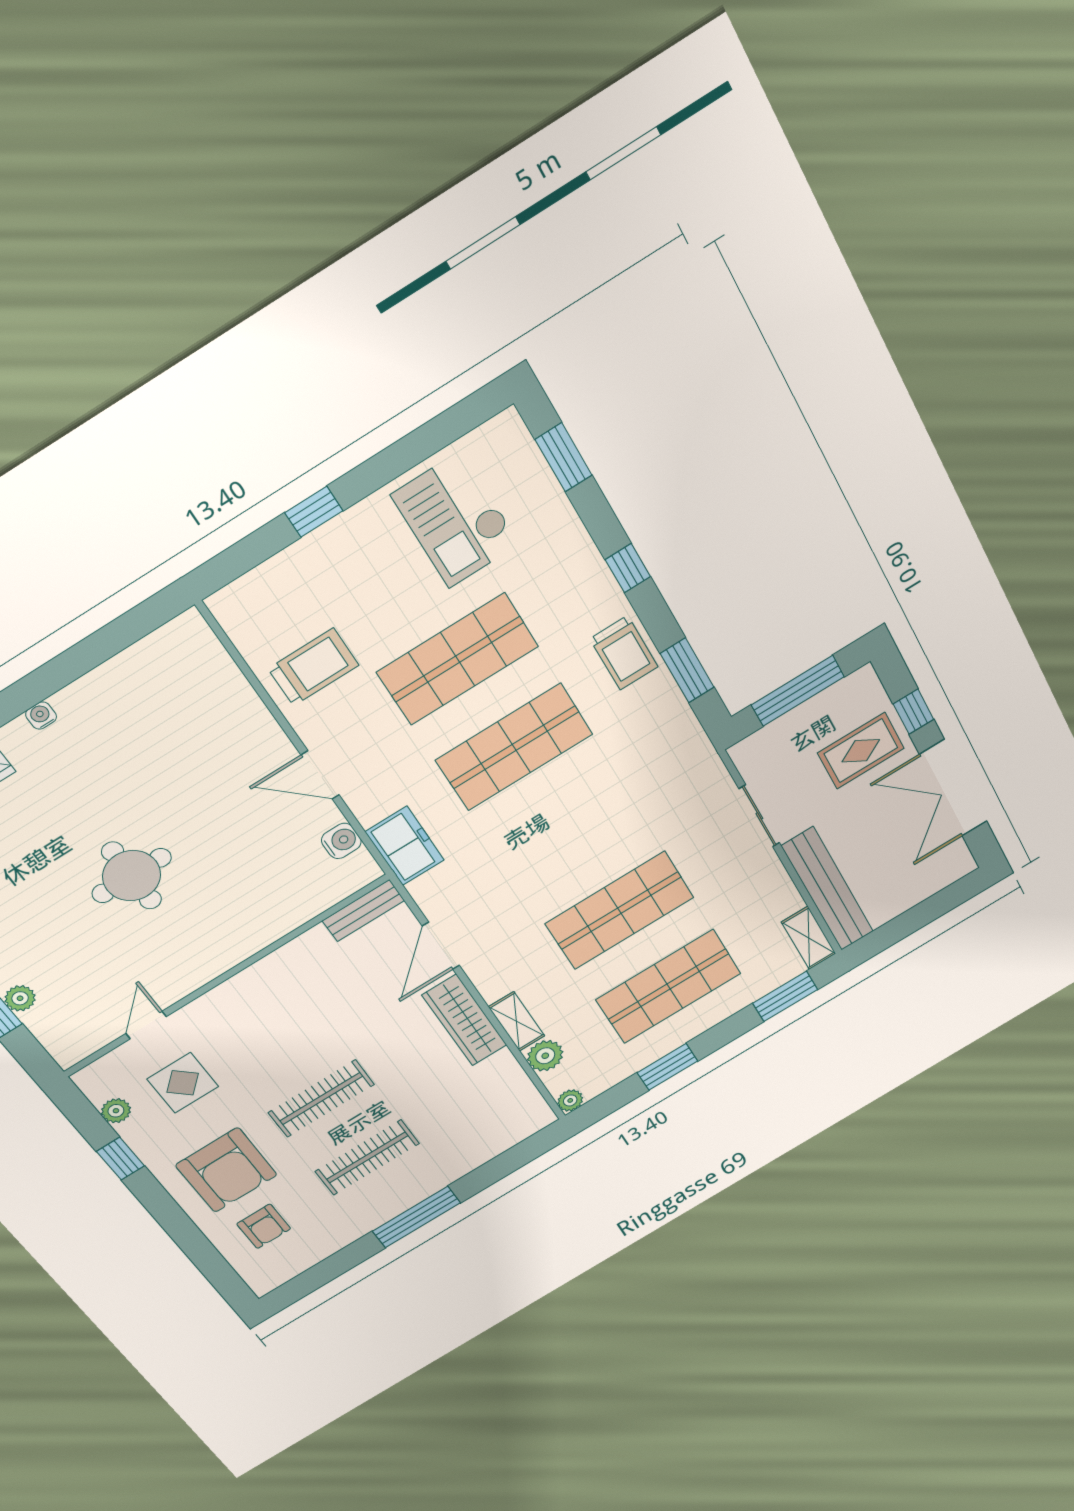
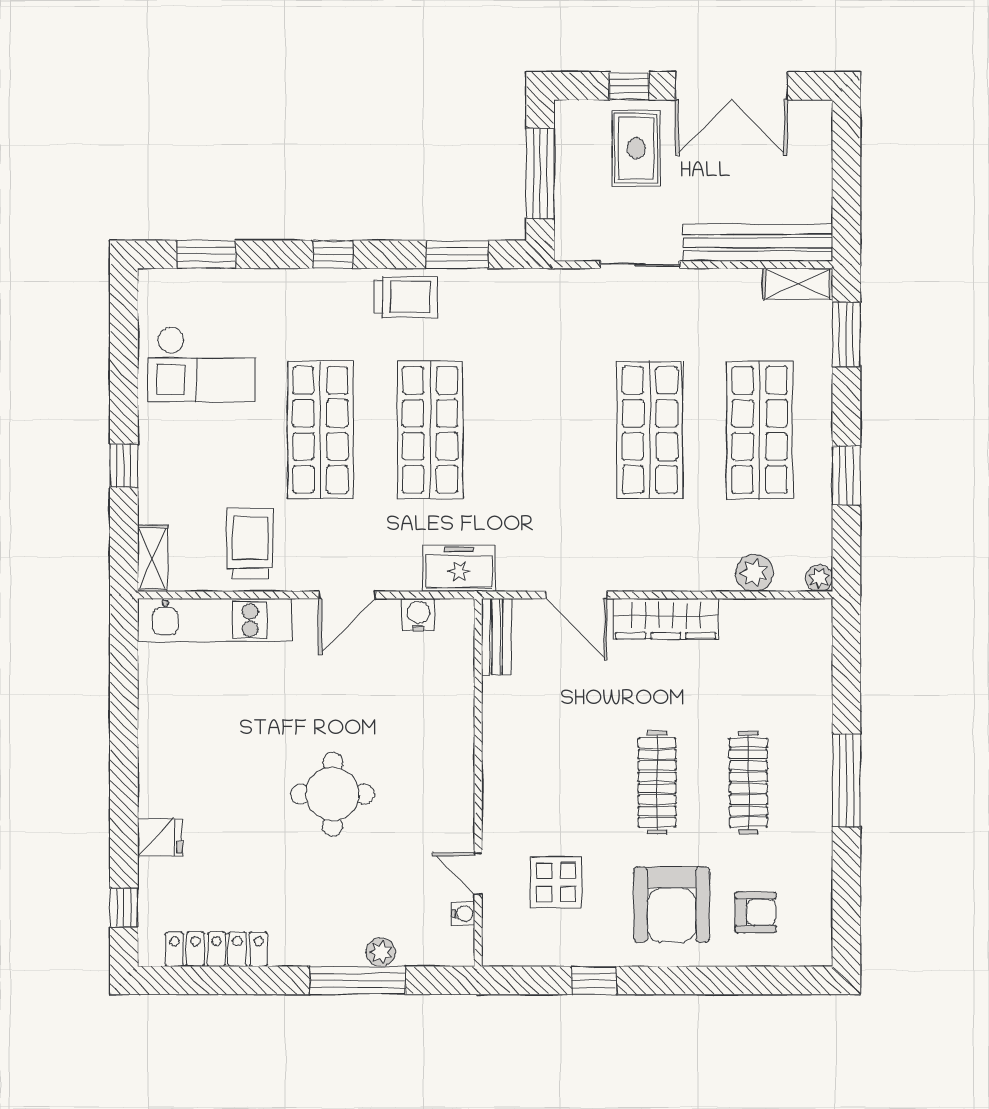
kitchen unit: (221, 682) -> (215, 620), added
water cooler: (41, 715) -> (463, 914), moved, turned 180
shelving: (517, 1021) -> (152, 559), moved, turned 90
plant: (116, 1111) -> (543, 952), removed
armchair: (226, 1170) -> (672, 905), turned 90

